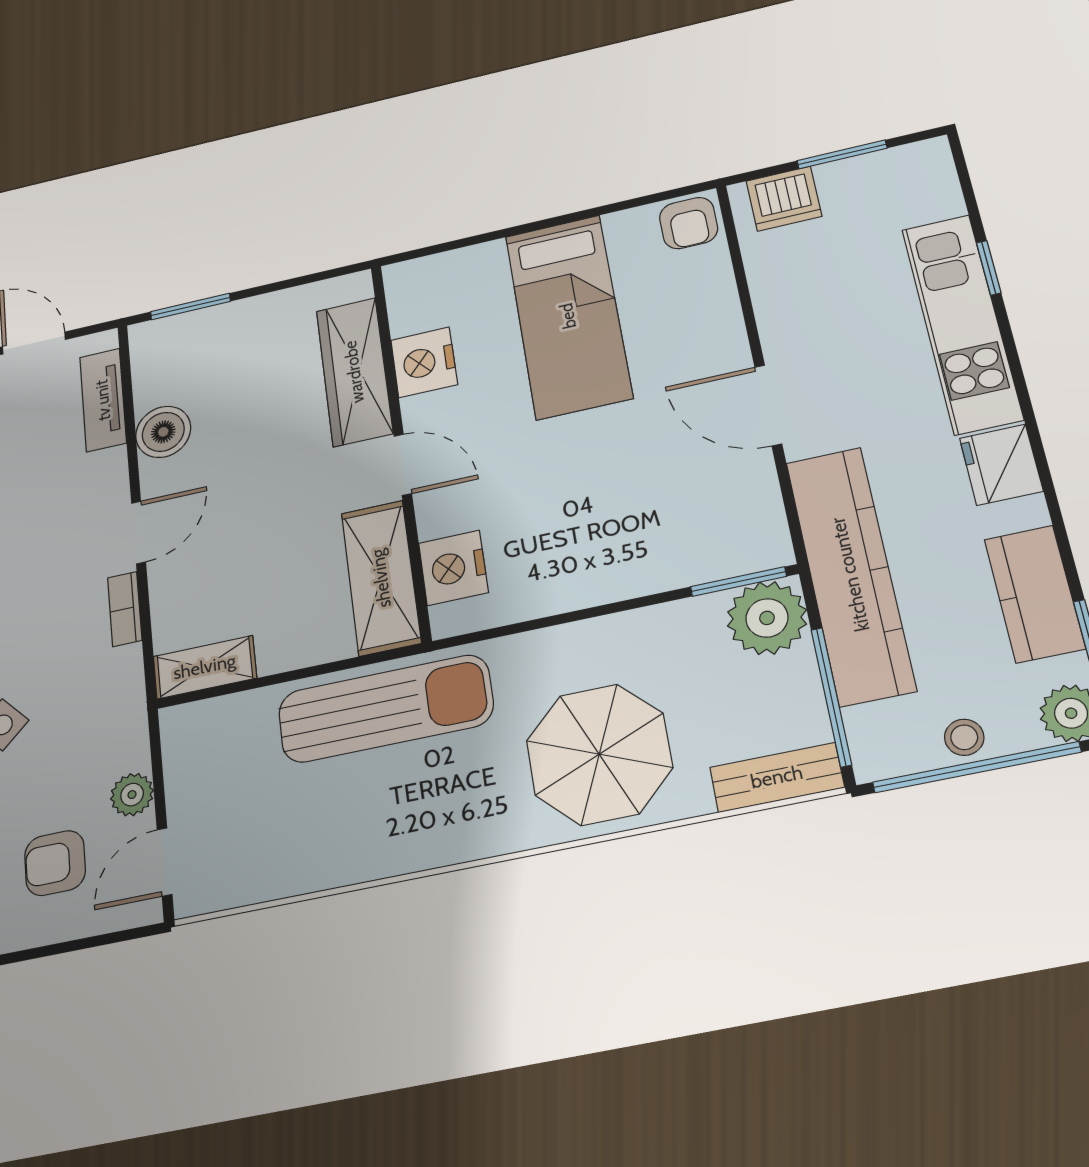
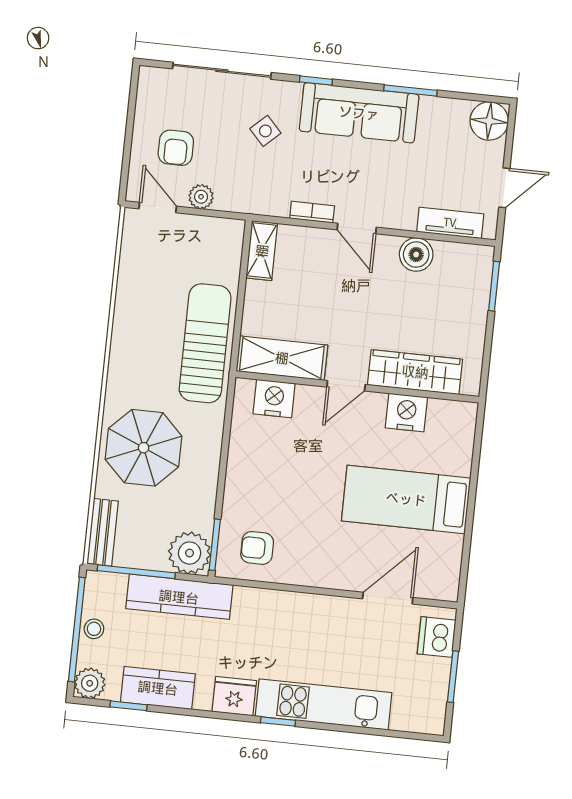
armchair: (689, 223) -> (257, 548), moved
window: (989, 268) -> (278, 722), moved
door: (768, 405) -> (388, 598), moved
kitchen counter: (850, 574) -> (179, 597), width x0.72, depth x0.86
sun lounger: (385, 709) -> (205, 343), turned 180
armchair: (55, 863) -> (176, 148), turned 180

